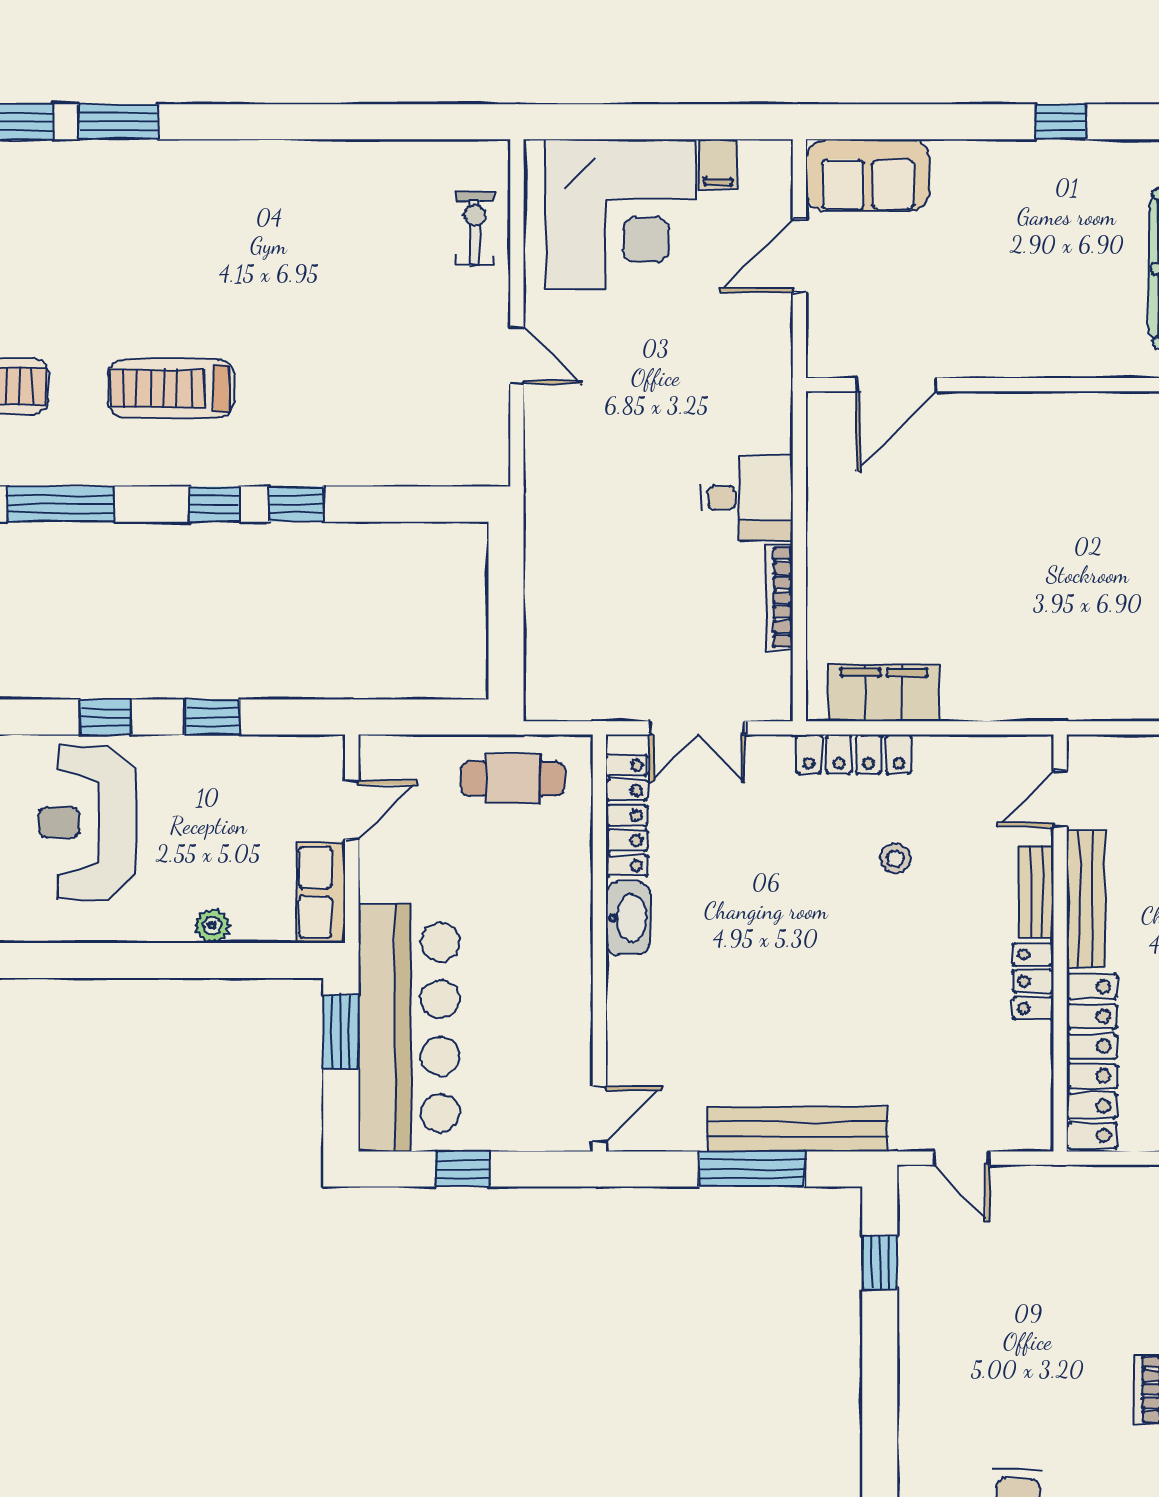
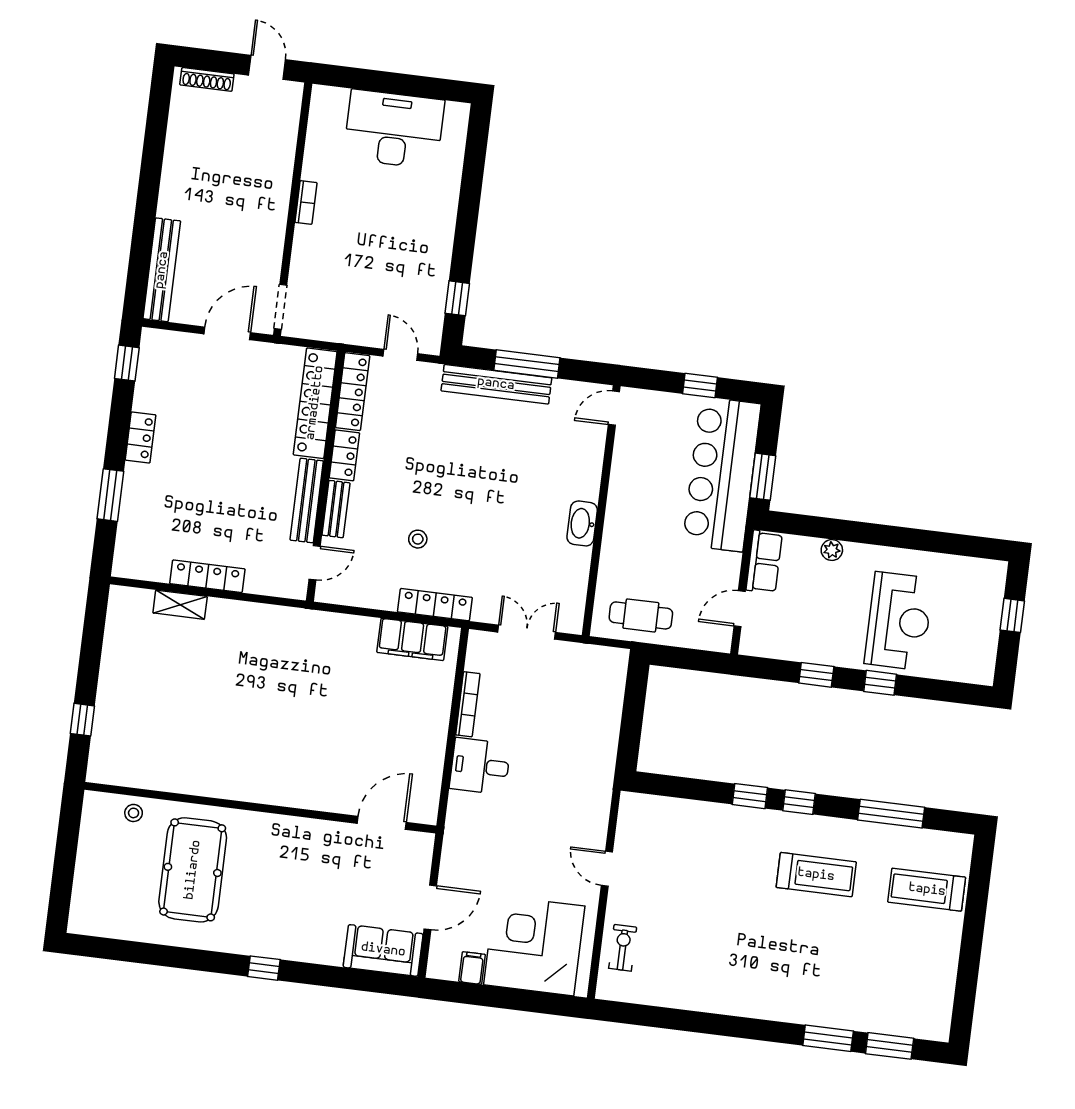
exercise bike: (475, 229) -> (623, 948), turned 180
locker: (627, 815) -> (353, 392), moved, turned 180

